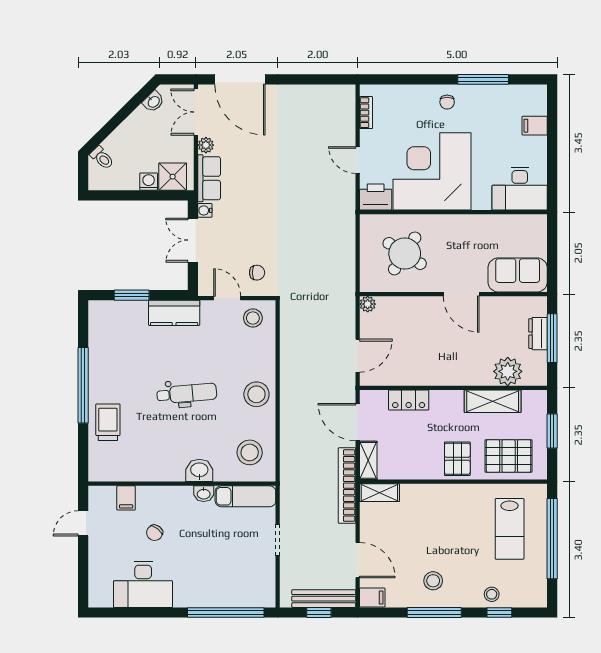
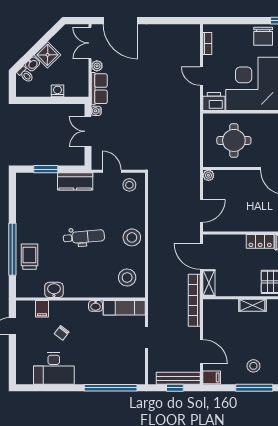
washbasin: (153, 102) -> (32, 64), moved
chair: (447, 102) -> (263, 36), width x1.87, depth x1.87
shower: (173, 177) -> (48, 55), moved, turned -45
round table: (405, 253) -> (234, 140), turned -33
chair: (257, 273) -> (132, 154), removed
window: (83, 385) -> (12, 249), moved
locker: (409, 400) -> (260, 241), moved
washbasin: (199, 470) -> (54, 290), moved
shelving: (379, 493) -> (252, 305), moved

